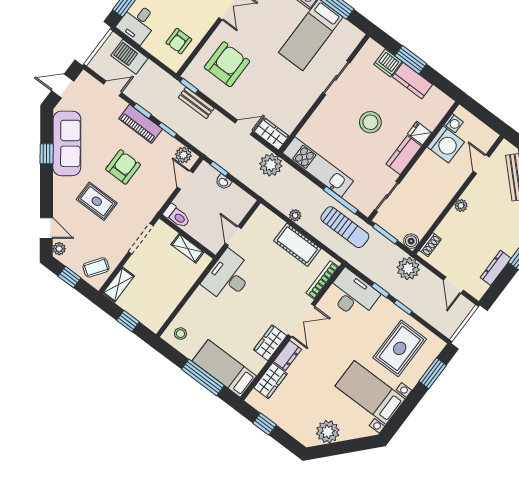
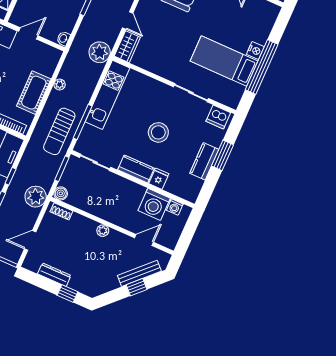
dishwasher: (388, 63) -> (218, 117), moved, turned -90
washbasin: (223, 182) -> (63, 39), moved

